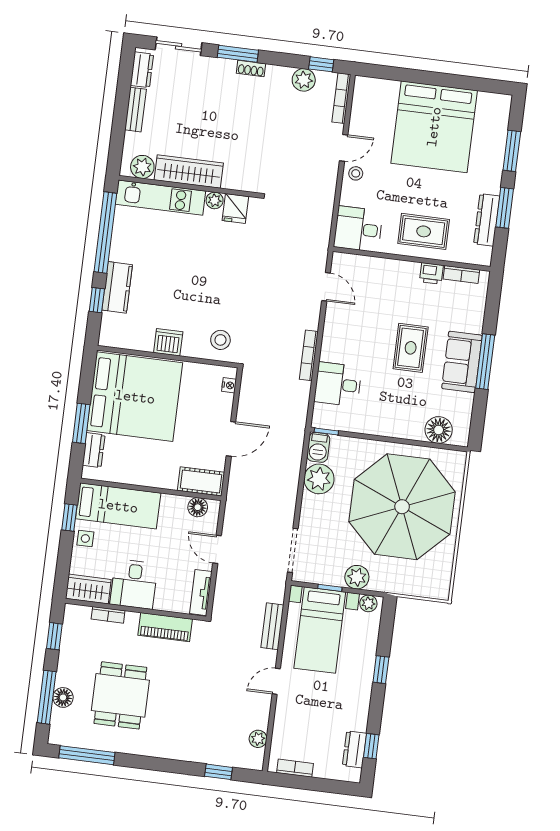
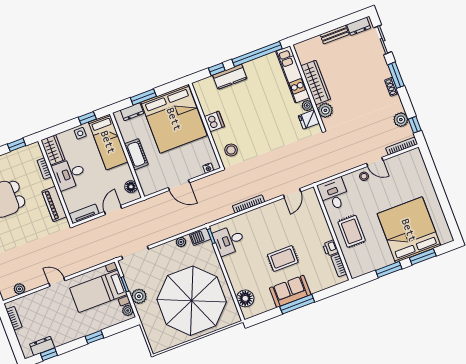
bed: (434, 127) -> (409, 230), moved, turned 90
plant: (142, 167) -> (325, 110), moved
dresser: (487, 220) -> (377, 263), removed
desk: (338, 384) -> (229, 240), moved, turned -90
plant: (319, 479) -> (181, 242), width x0.53, depth x0.53
cot: (201, 481) -> (136, 154), moved
bench: (272, 626) -> (87, 264), removed

